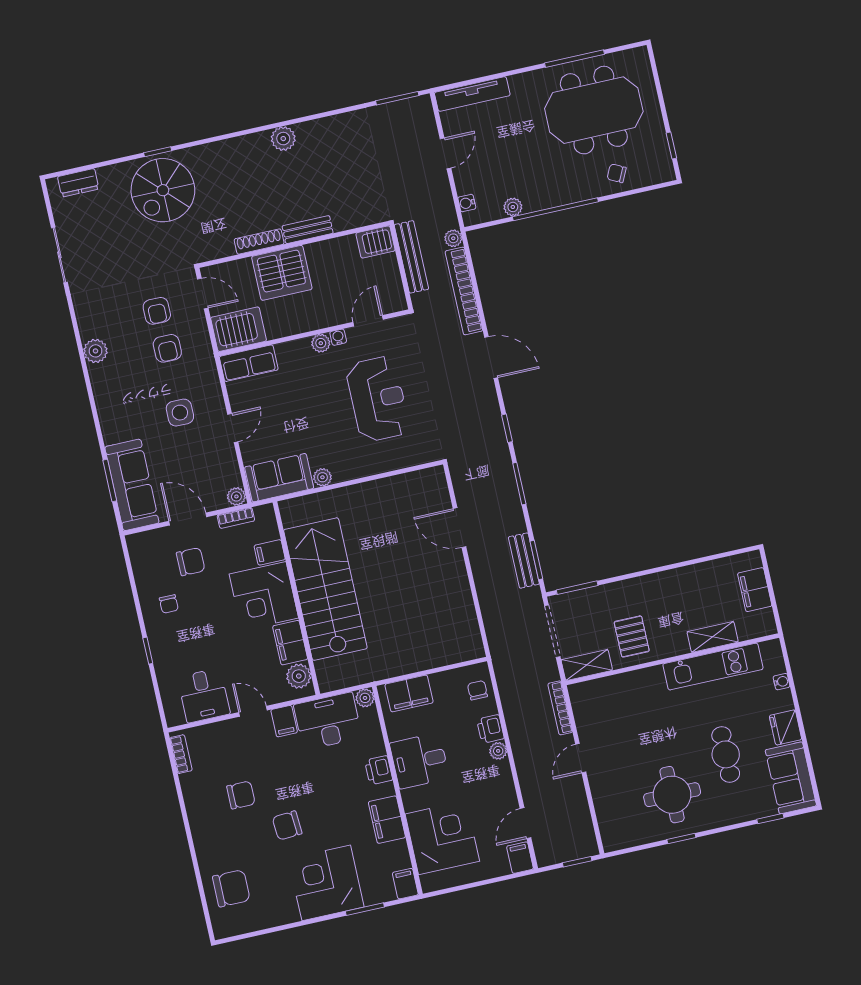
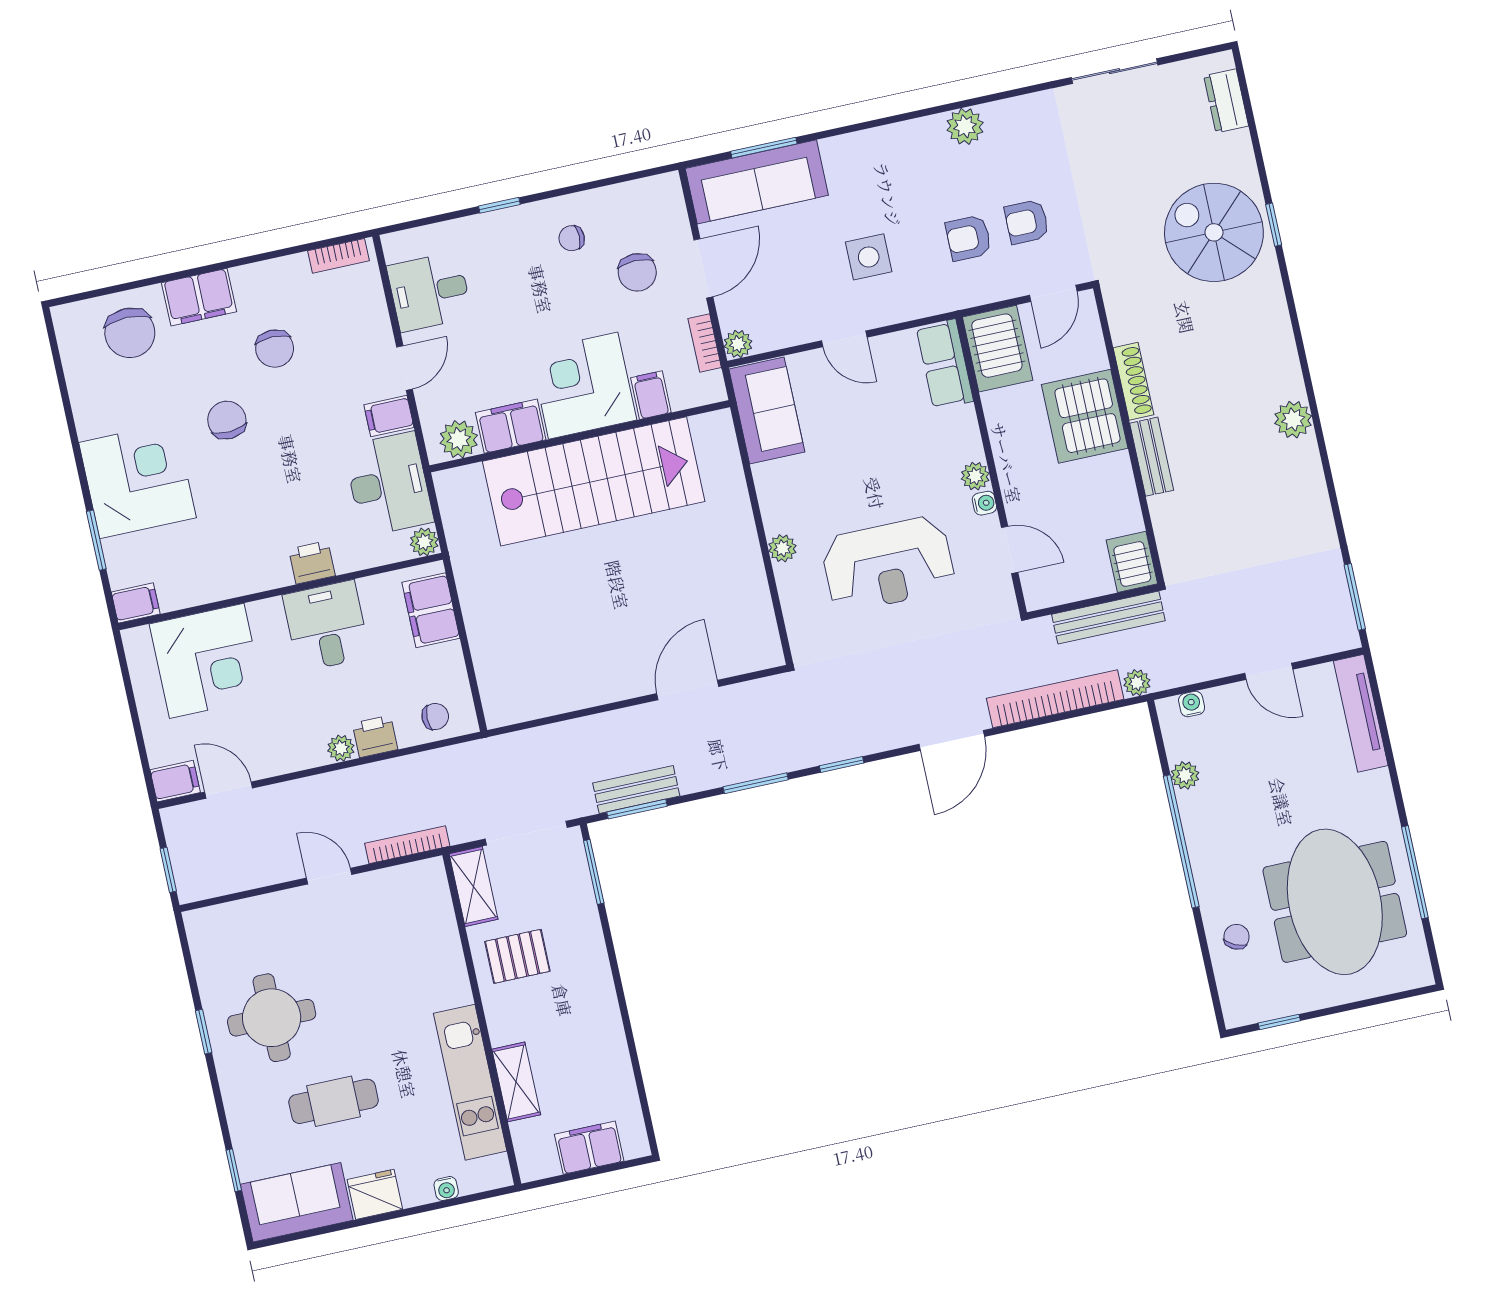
plant: (322, 477) -> (782, 548), moved
filing cabinet: (387, 820) -> (199, 297), moved, turned 180

